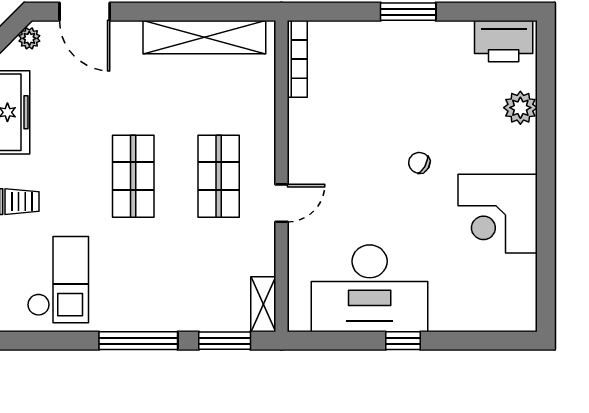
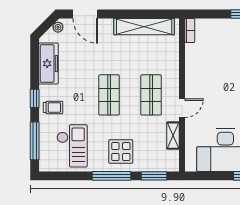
bookcase: (297, 59) -> (190, 30), width x0.64
display table: (157, 291) -> (121, 152), added
shelving: (263, 304) -> (173, 136), moved

